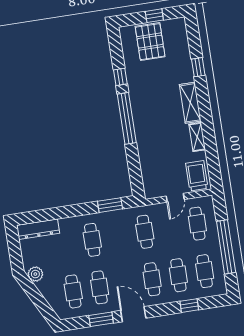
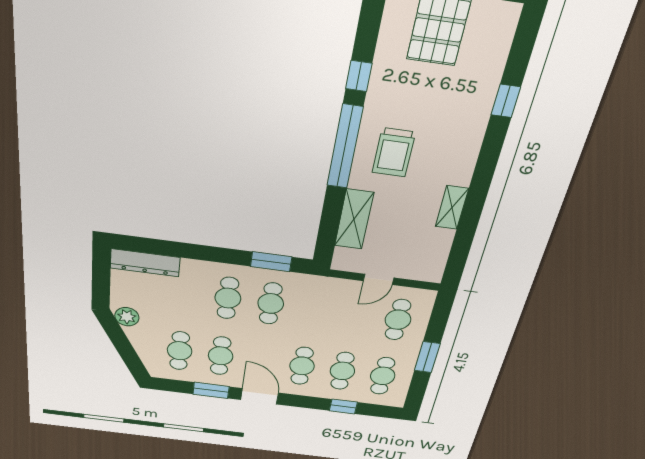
shelving: (190, 103) -> (354, 219), moved
trolley: (197, 176) -> (394, 152), moved, turned 180
cafe table: (145, 232) -> (271, 304), moved
window: (226, 247) -> (427, 357), width x0.47

